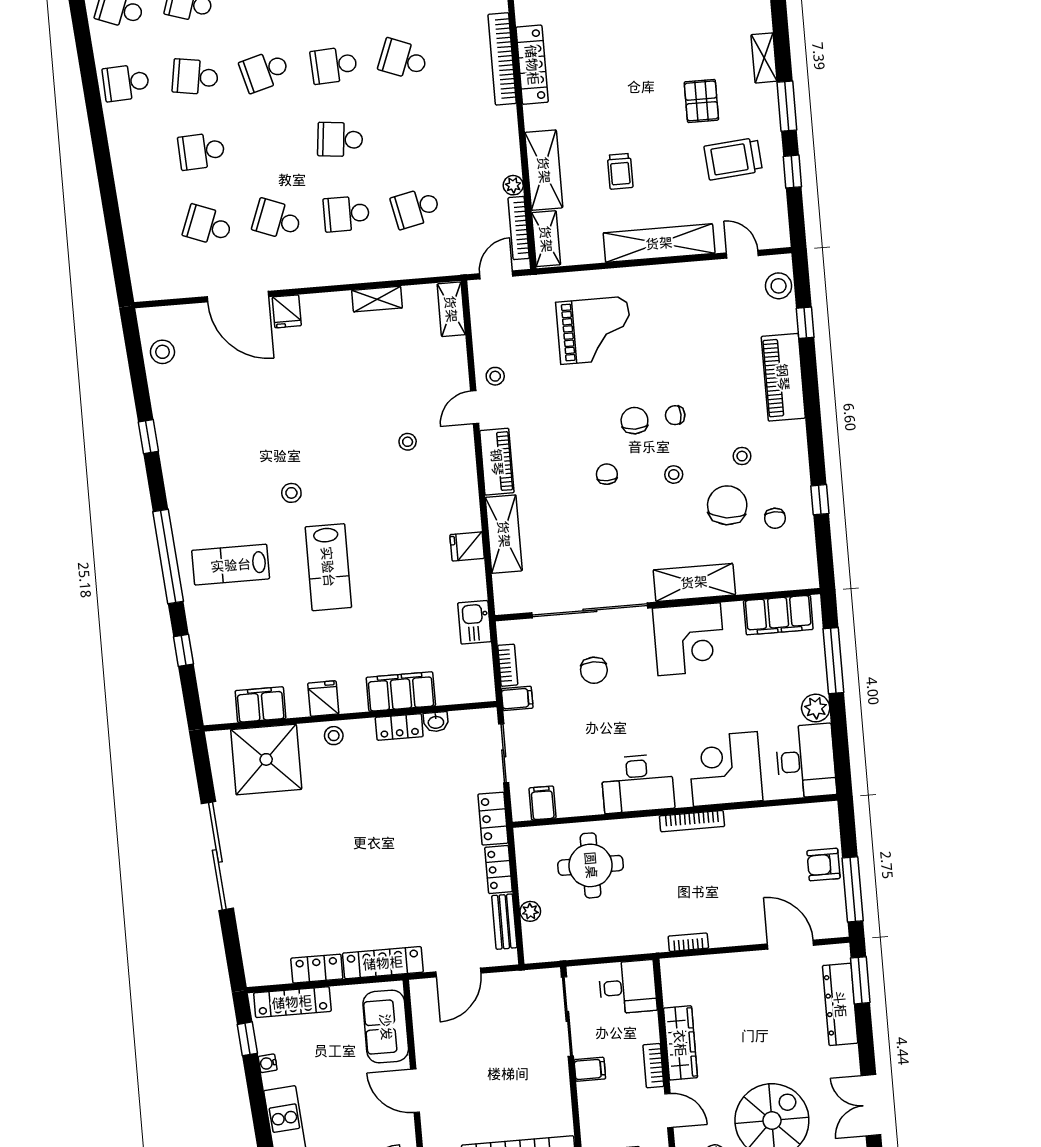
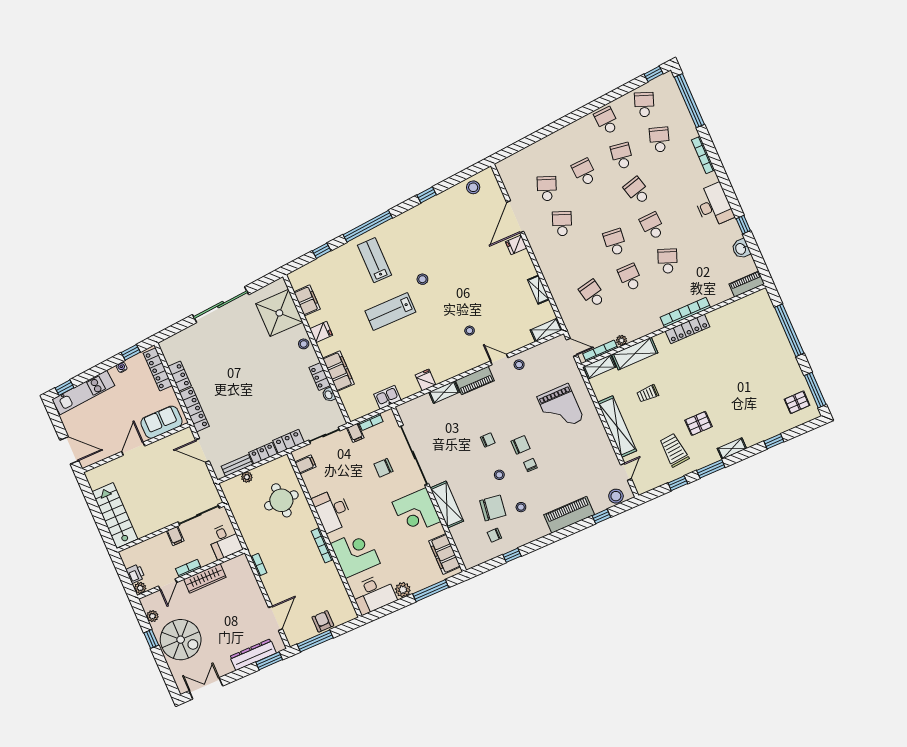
school desk: (346, 214) -> (630, 277), moved
shelving: (504, 534) -> (444, 392), width x0.67, depth x0.75

